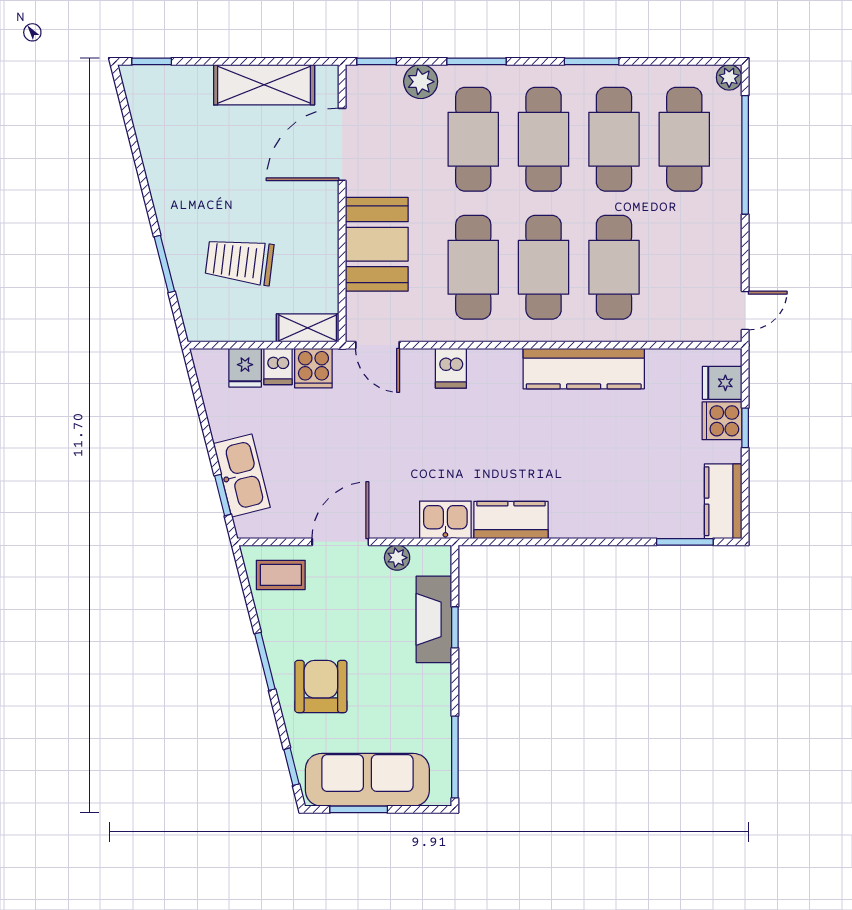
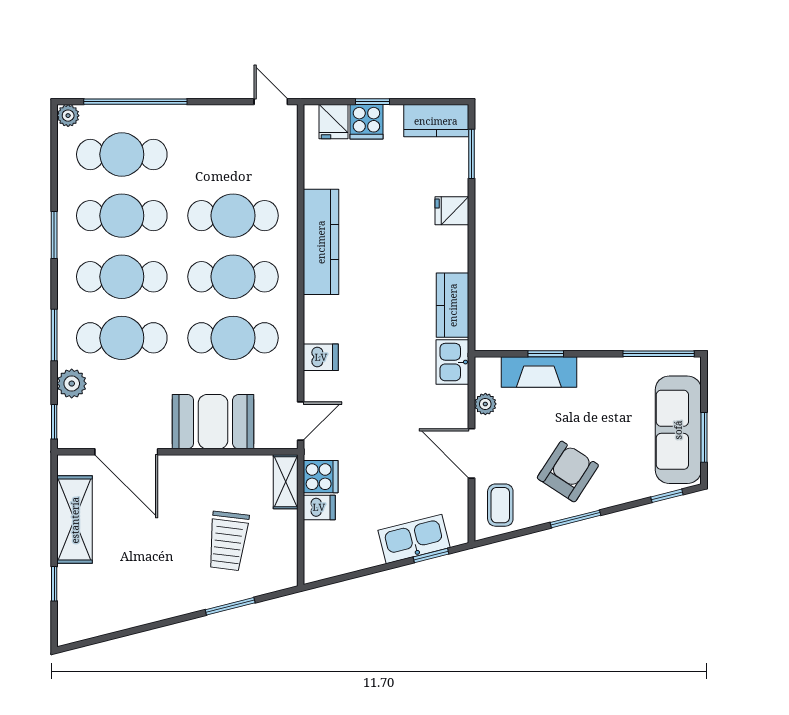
window: (152, 61) -> (54, 584), moved
fridge: (245, 368) -> (452, 211), moved, turned 180
armchair: (321, 687) -> (568, 472), moved, turned 123

